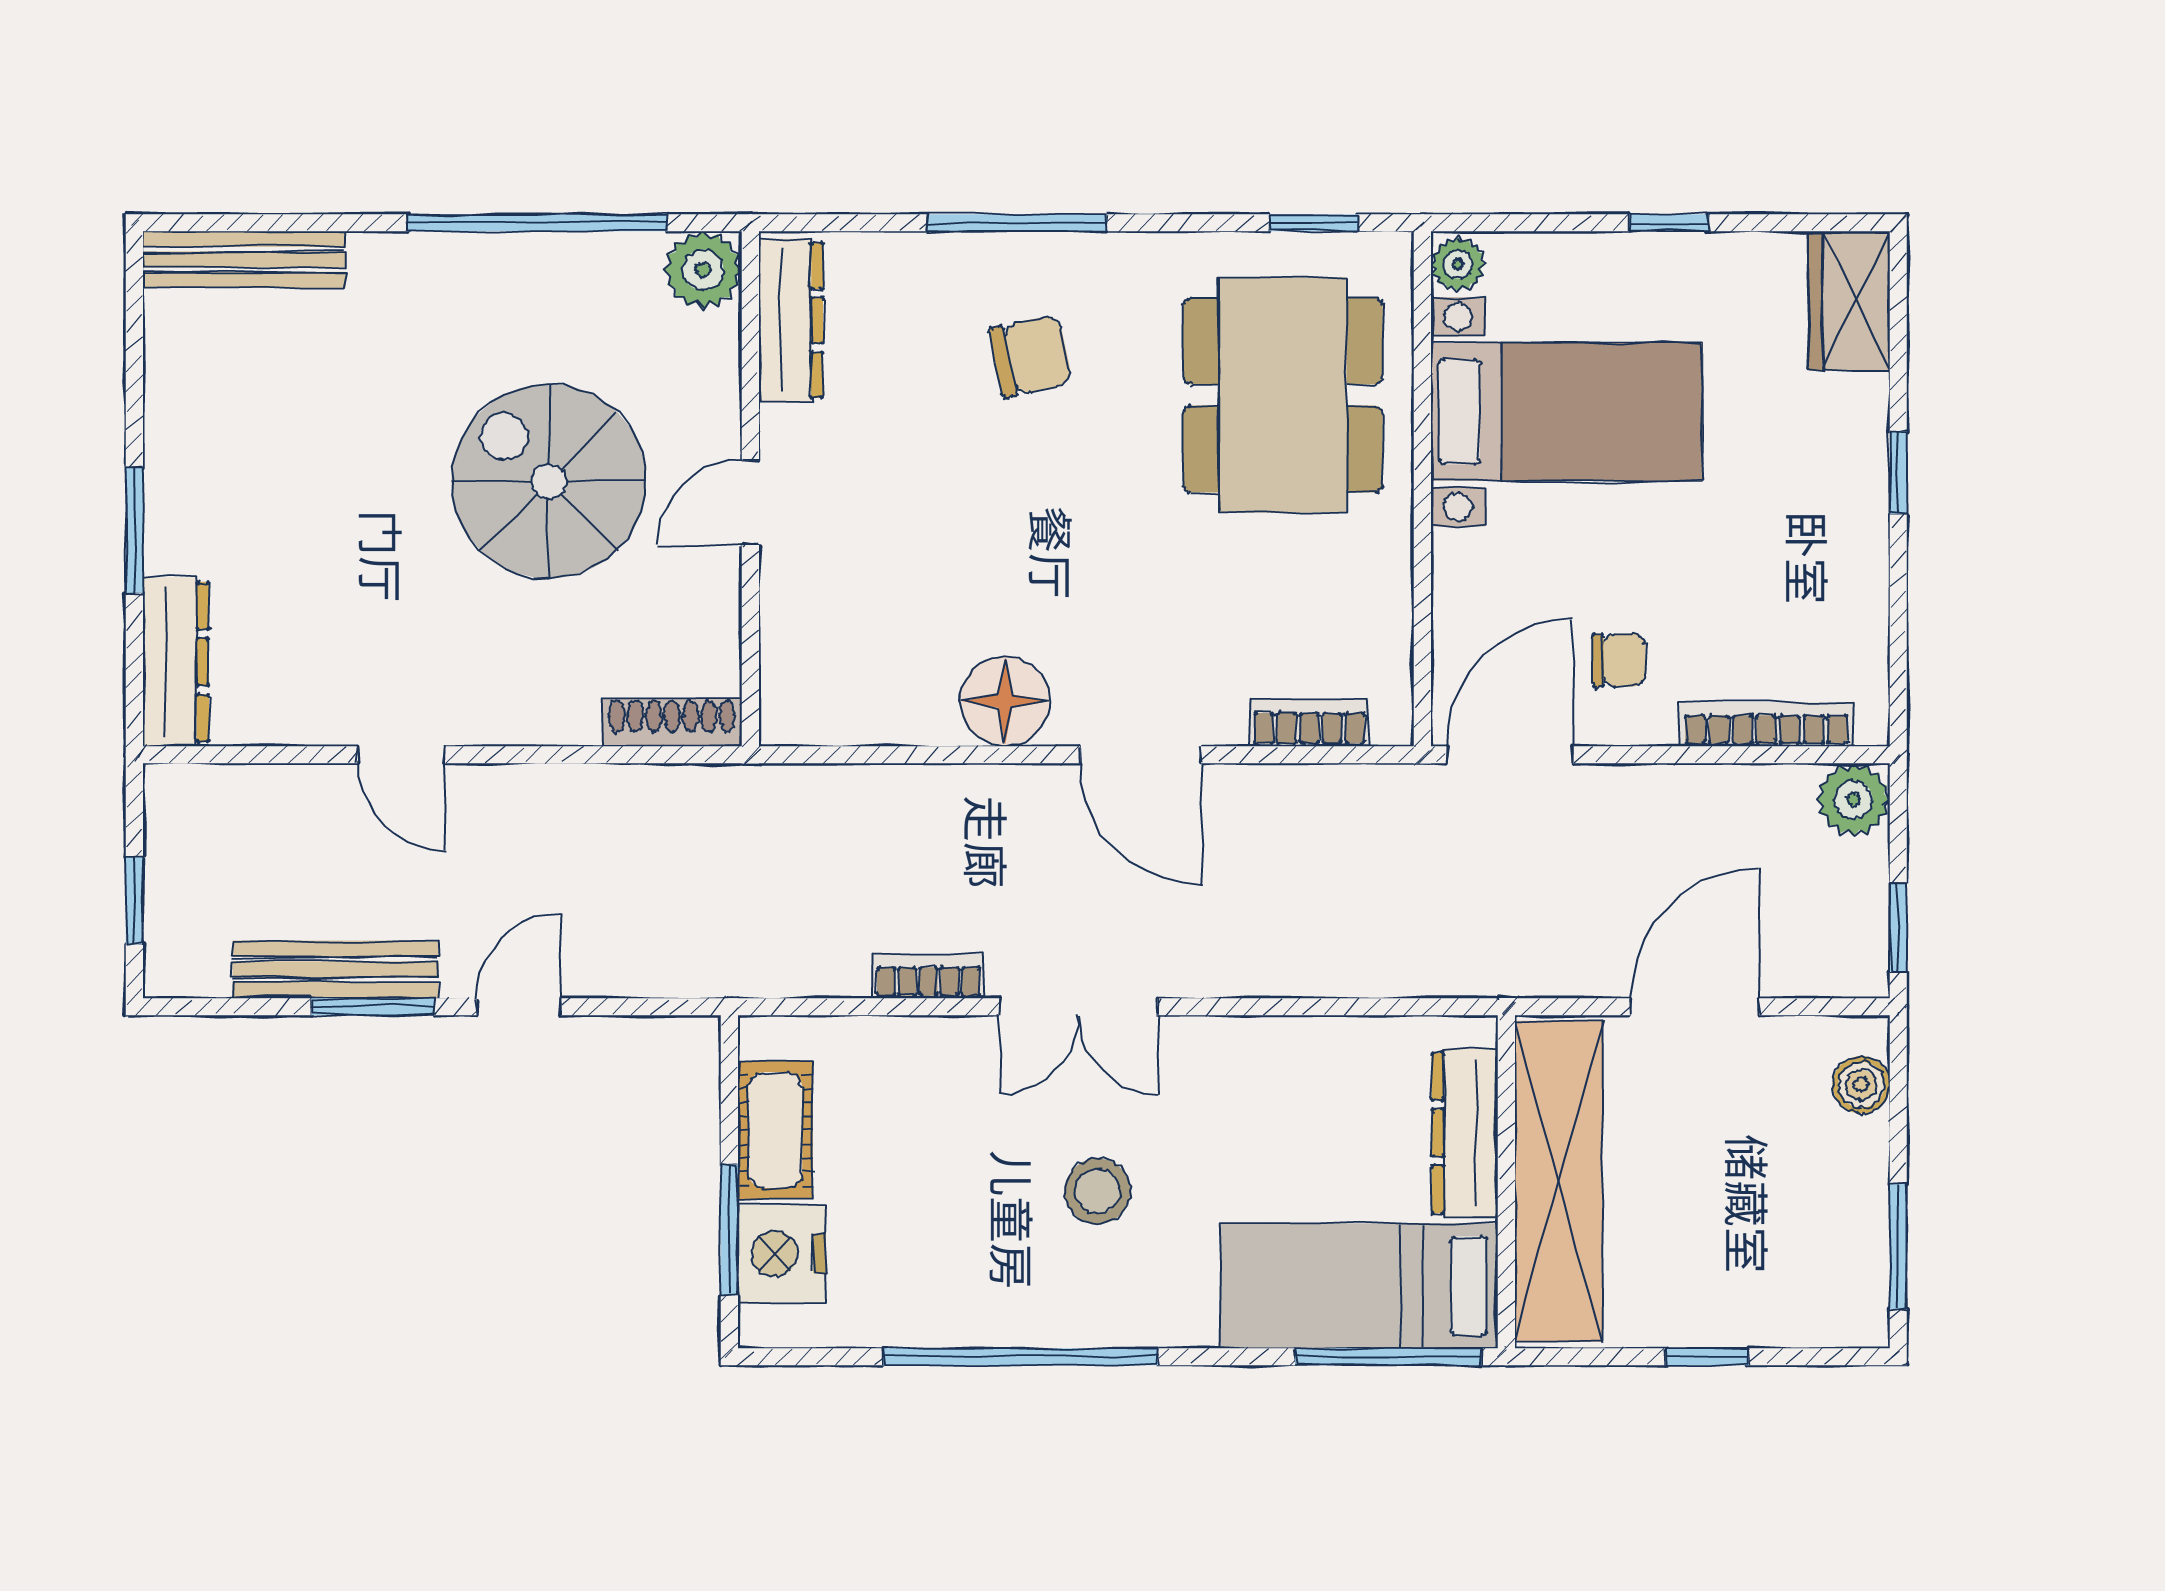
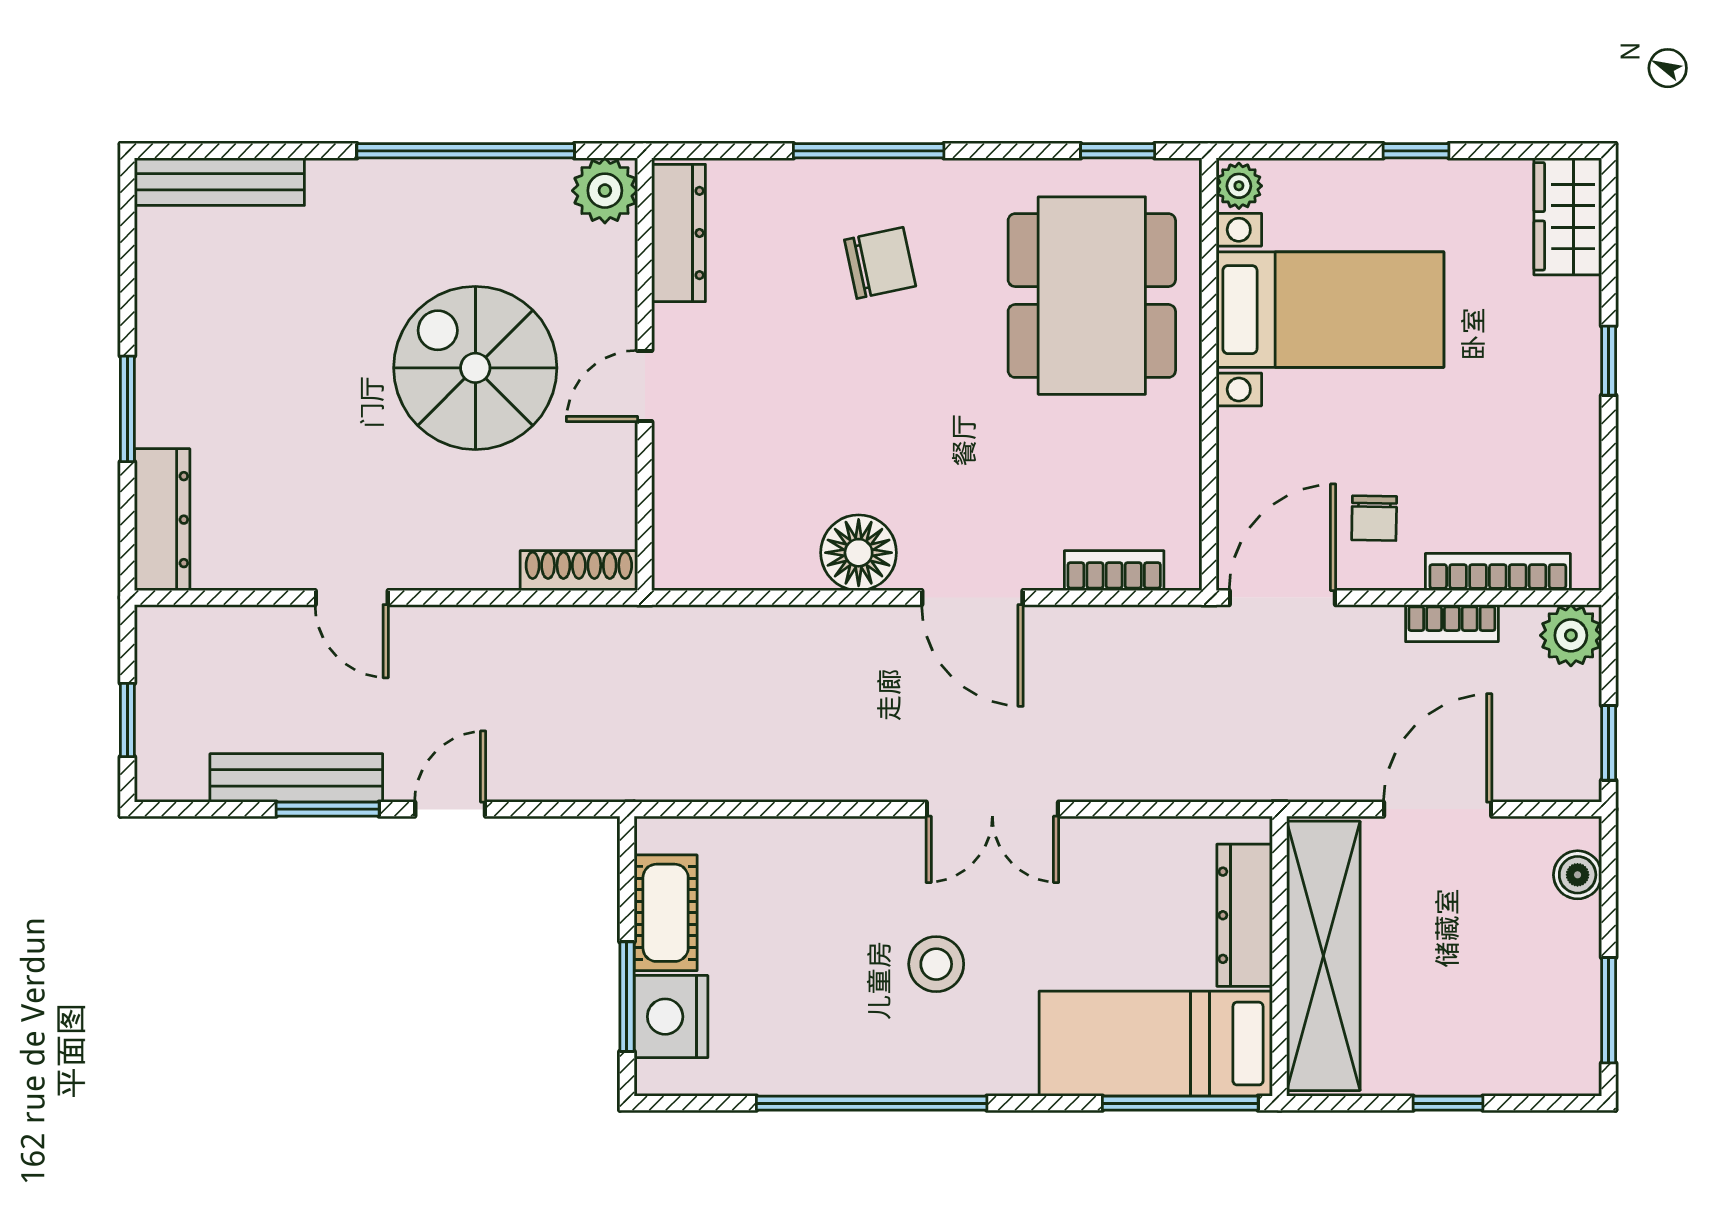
chair: (1619, 660) -> (1374, 518), turned 91
bookcase: (928, 976) -> (1452, 623), moved, turned 180
double door: (1078, 1007) -> (992, 809), moved

